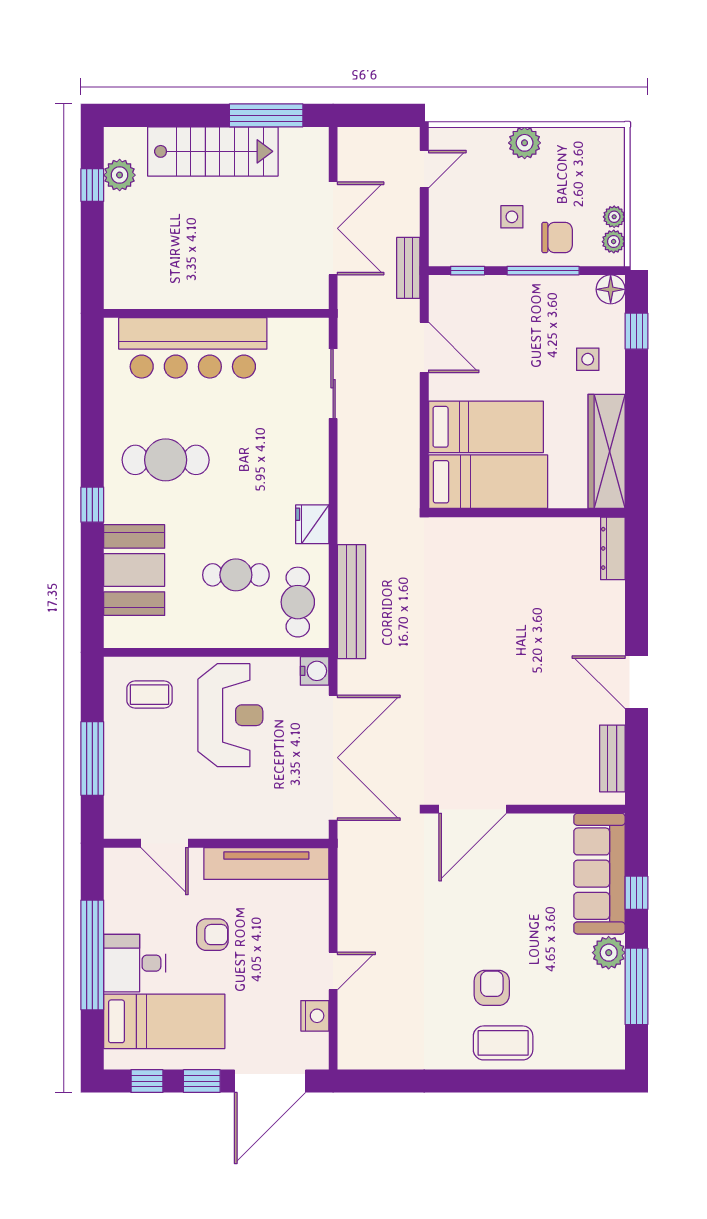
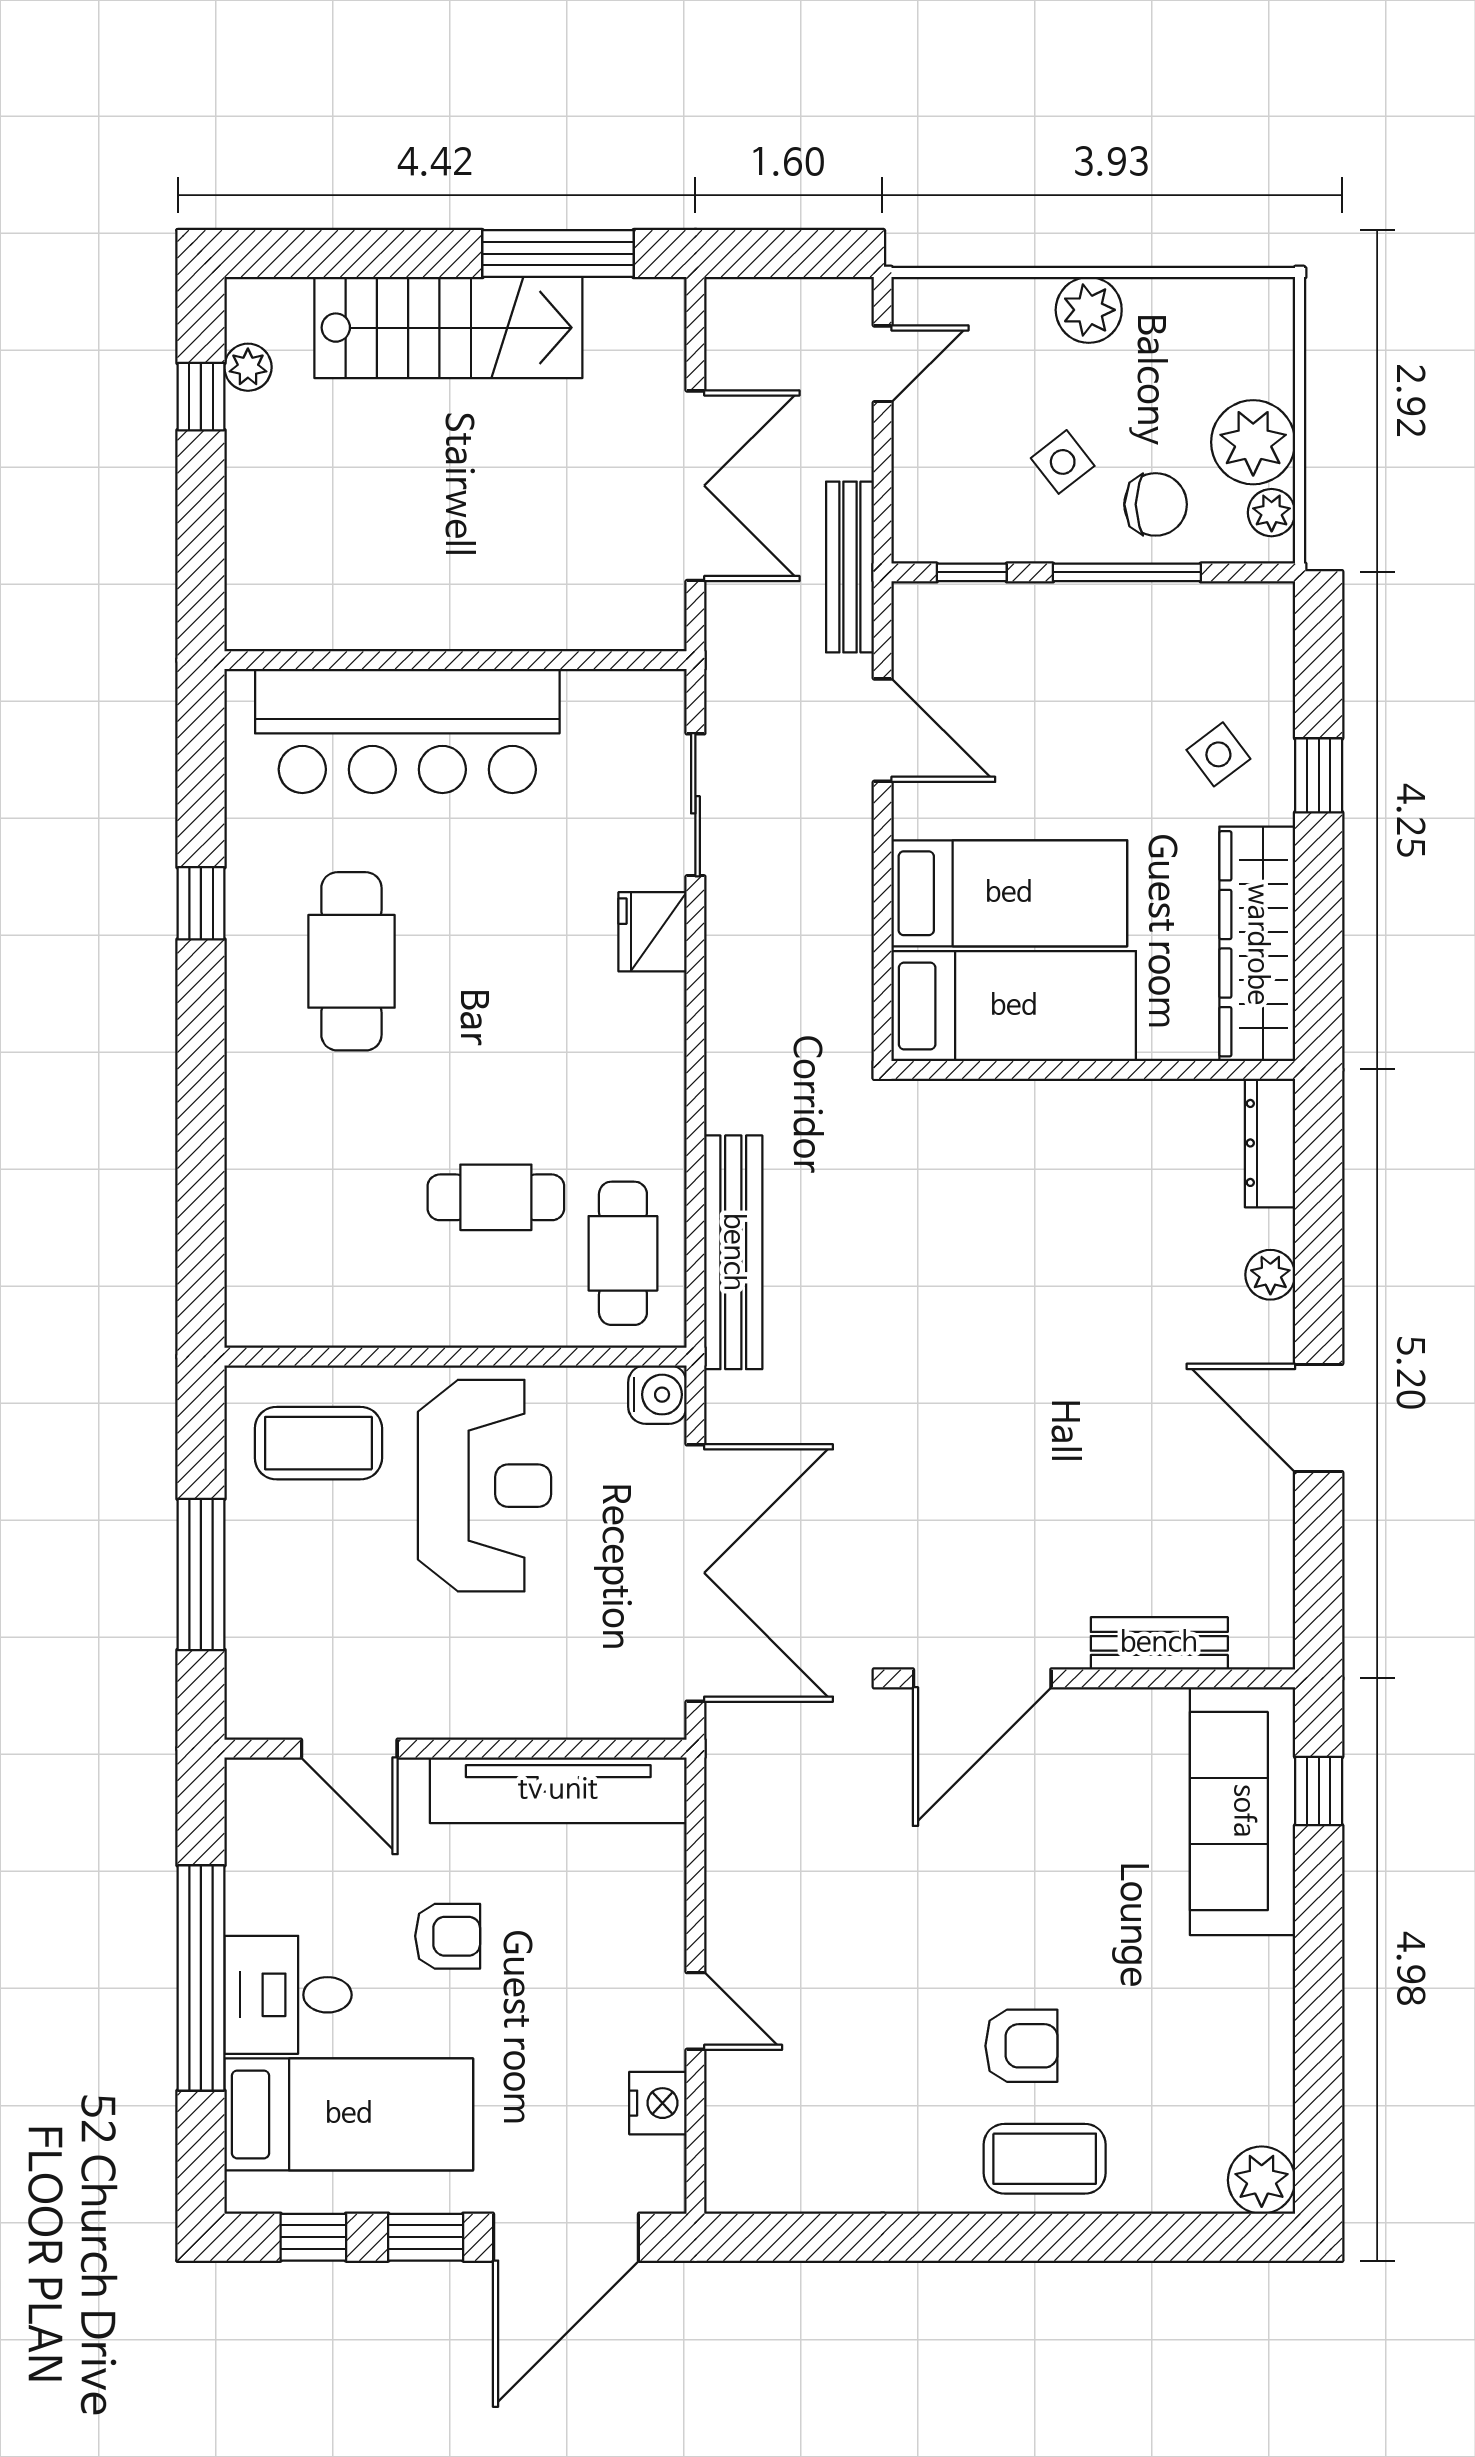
plant: (120, 175) -> (248, 367), width x0.73, depth x0.73
side table: (512, 217) -> (1063, 462), turned -38
plant: (614, 217) -> (1253, 442), width x1.88, depth x1.88
bench: (408, 268) -> (850, 567), width x1.36
floor lamp: (611, 289) -> (1266, 611), removed
window: (636, 331) -> (1319, 775), moved
side table: (588, 359) -> (1218, 754), turned -37
cafe table: (166, 460) -> (351, 961), turned 90
window: (92, 505) -> (201, 903), moved
fridge: (312, 524) -> (653, 932), moved
booth: (134, 570) -> (287, 1187), removed
plant: (613, 613) -> (1270, 1275), added
coffee table: (150, 695) -> (318, 1443), width x1.36, depth x1.30
bench: (612, 758) -> (1159, 1643), moved, turned 90
window: (636, 893) -> (1319, 1791), moved
plant: (609, 953) -> (1262, 2180), moved
door: (333, 971) -> (695, 2011), hinge flipped
window: (636, 986) -> (1319, 2042), removed
armchair: (492, 988) -> (1021, 2046), turned 90

